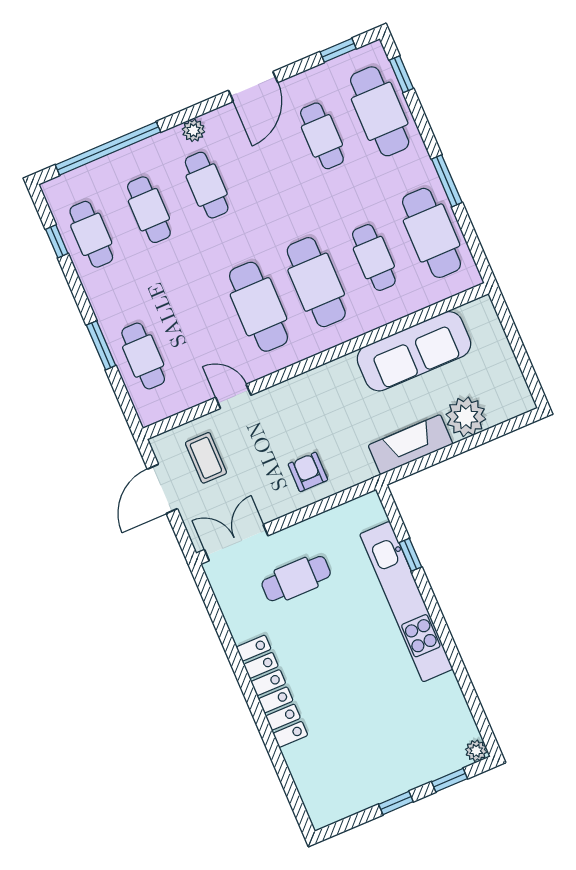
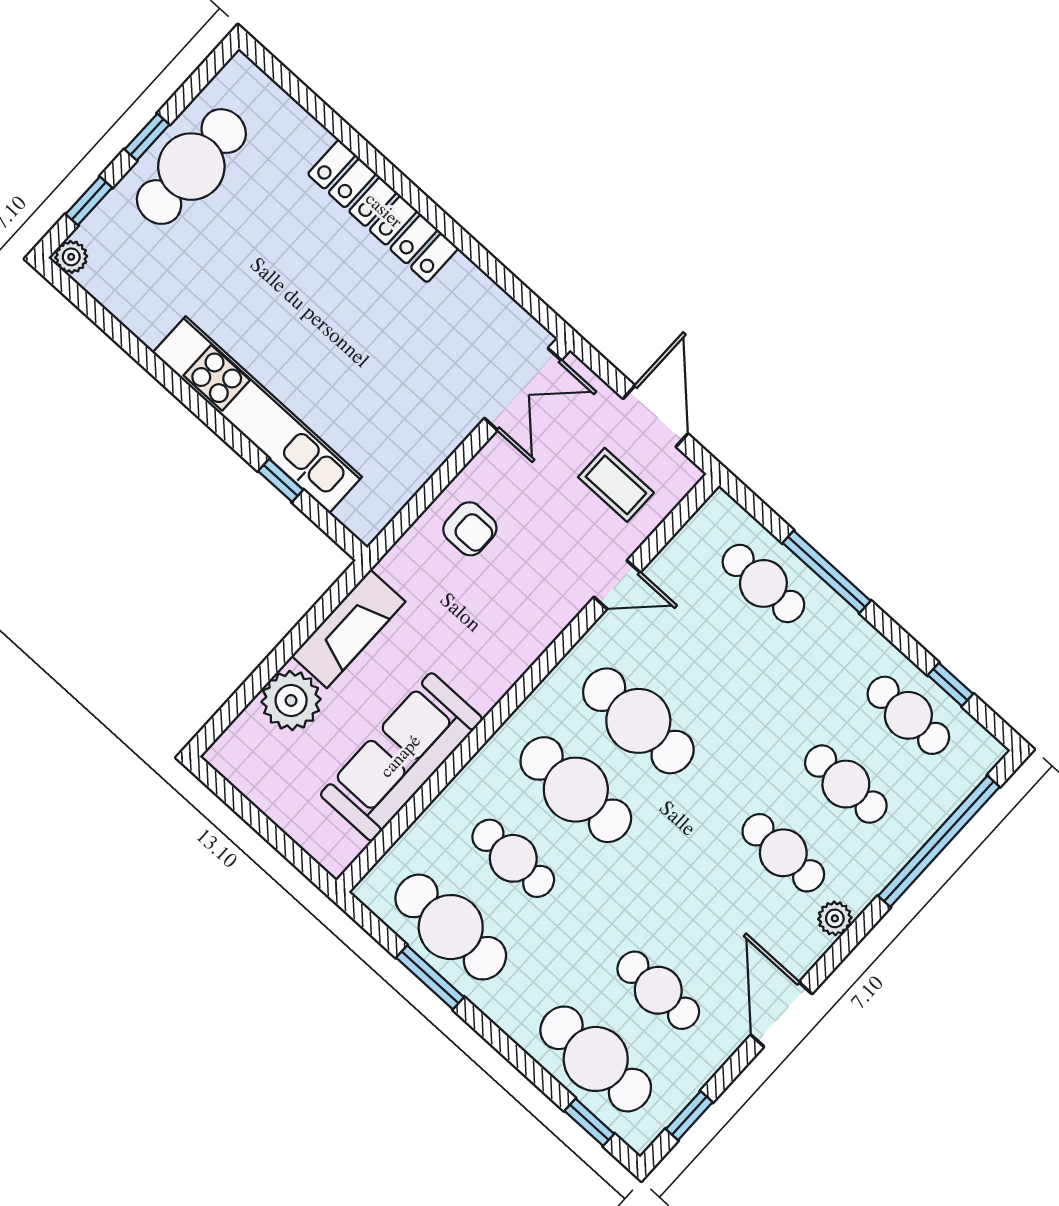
window: (447, 181) -> (430, 977), moved
window: (101, 345) -> (827, 572), width x1.44
cafe table: (296, 579) -> (191, 167), moved, width x1.37, depth x1.35

